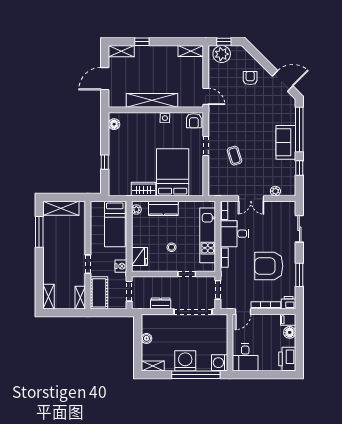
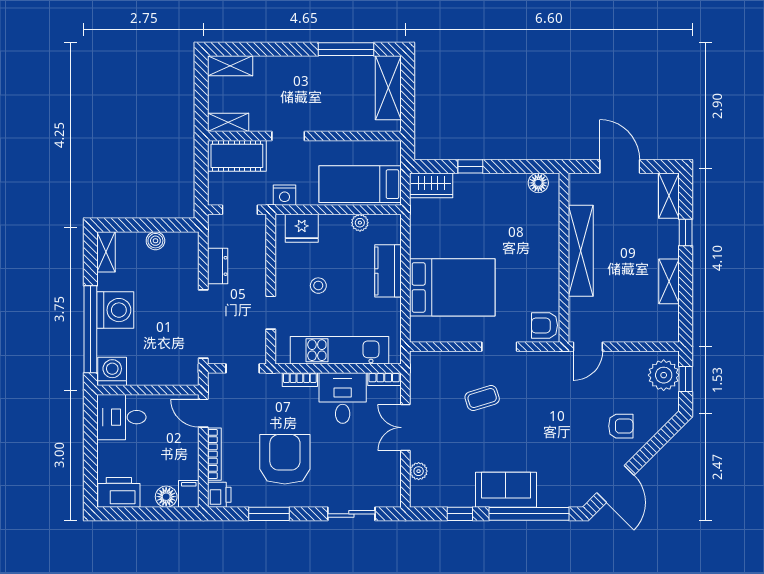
shelving: (191, 51) -> (669, 281), moved
side table: (165, 118) -> (549, 274), removed
wardrobe: (144, 189) -> (431, 185), moved, turned 90
plant: (136, 210) -> (360, 223), moved

